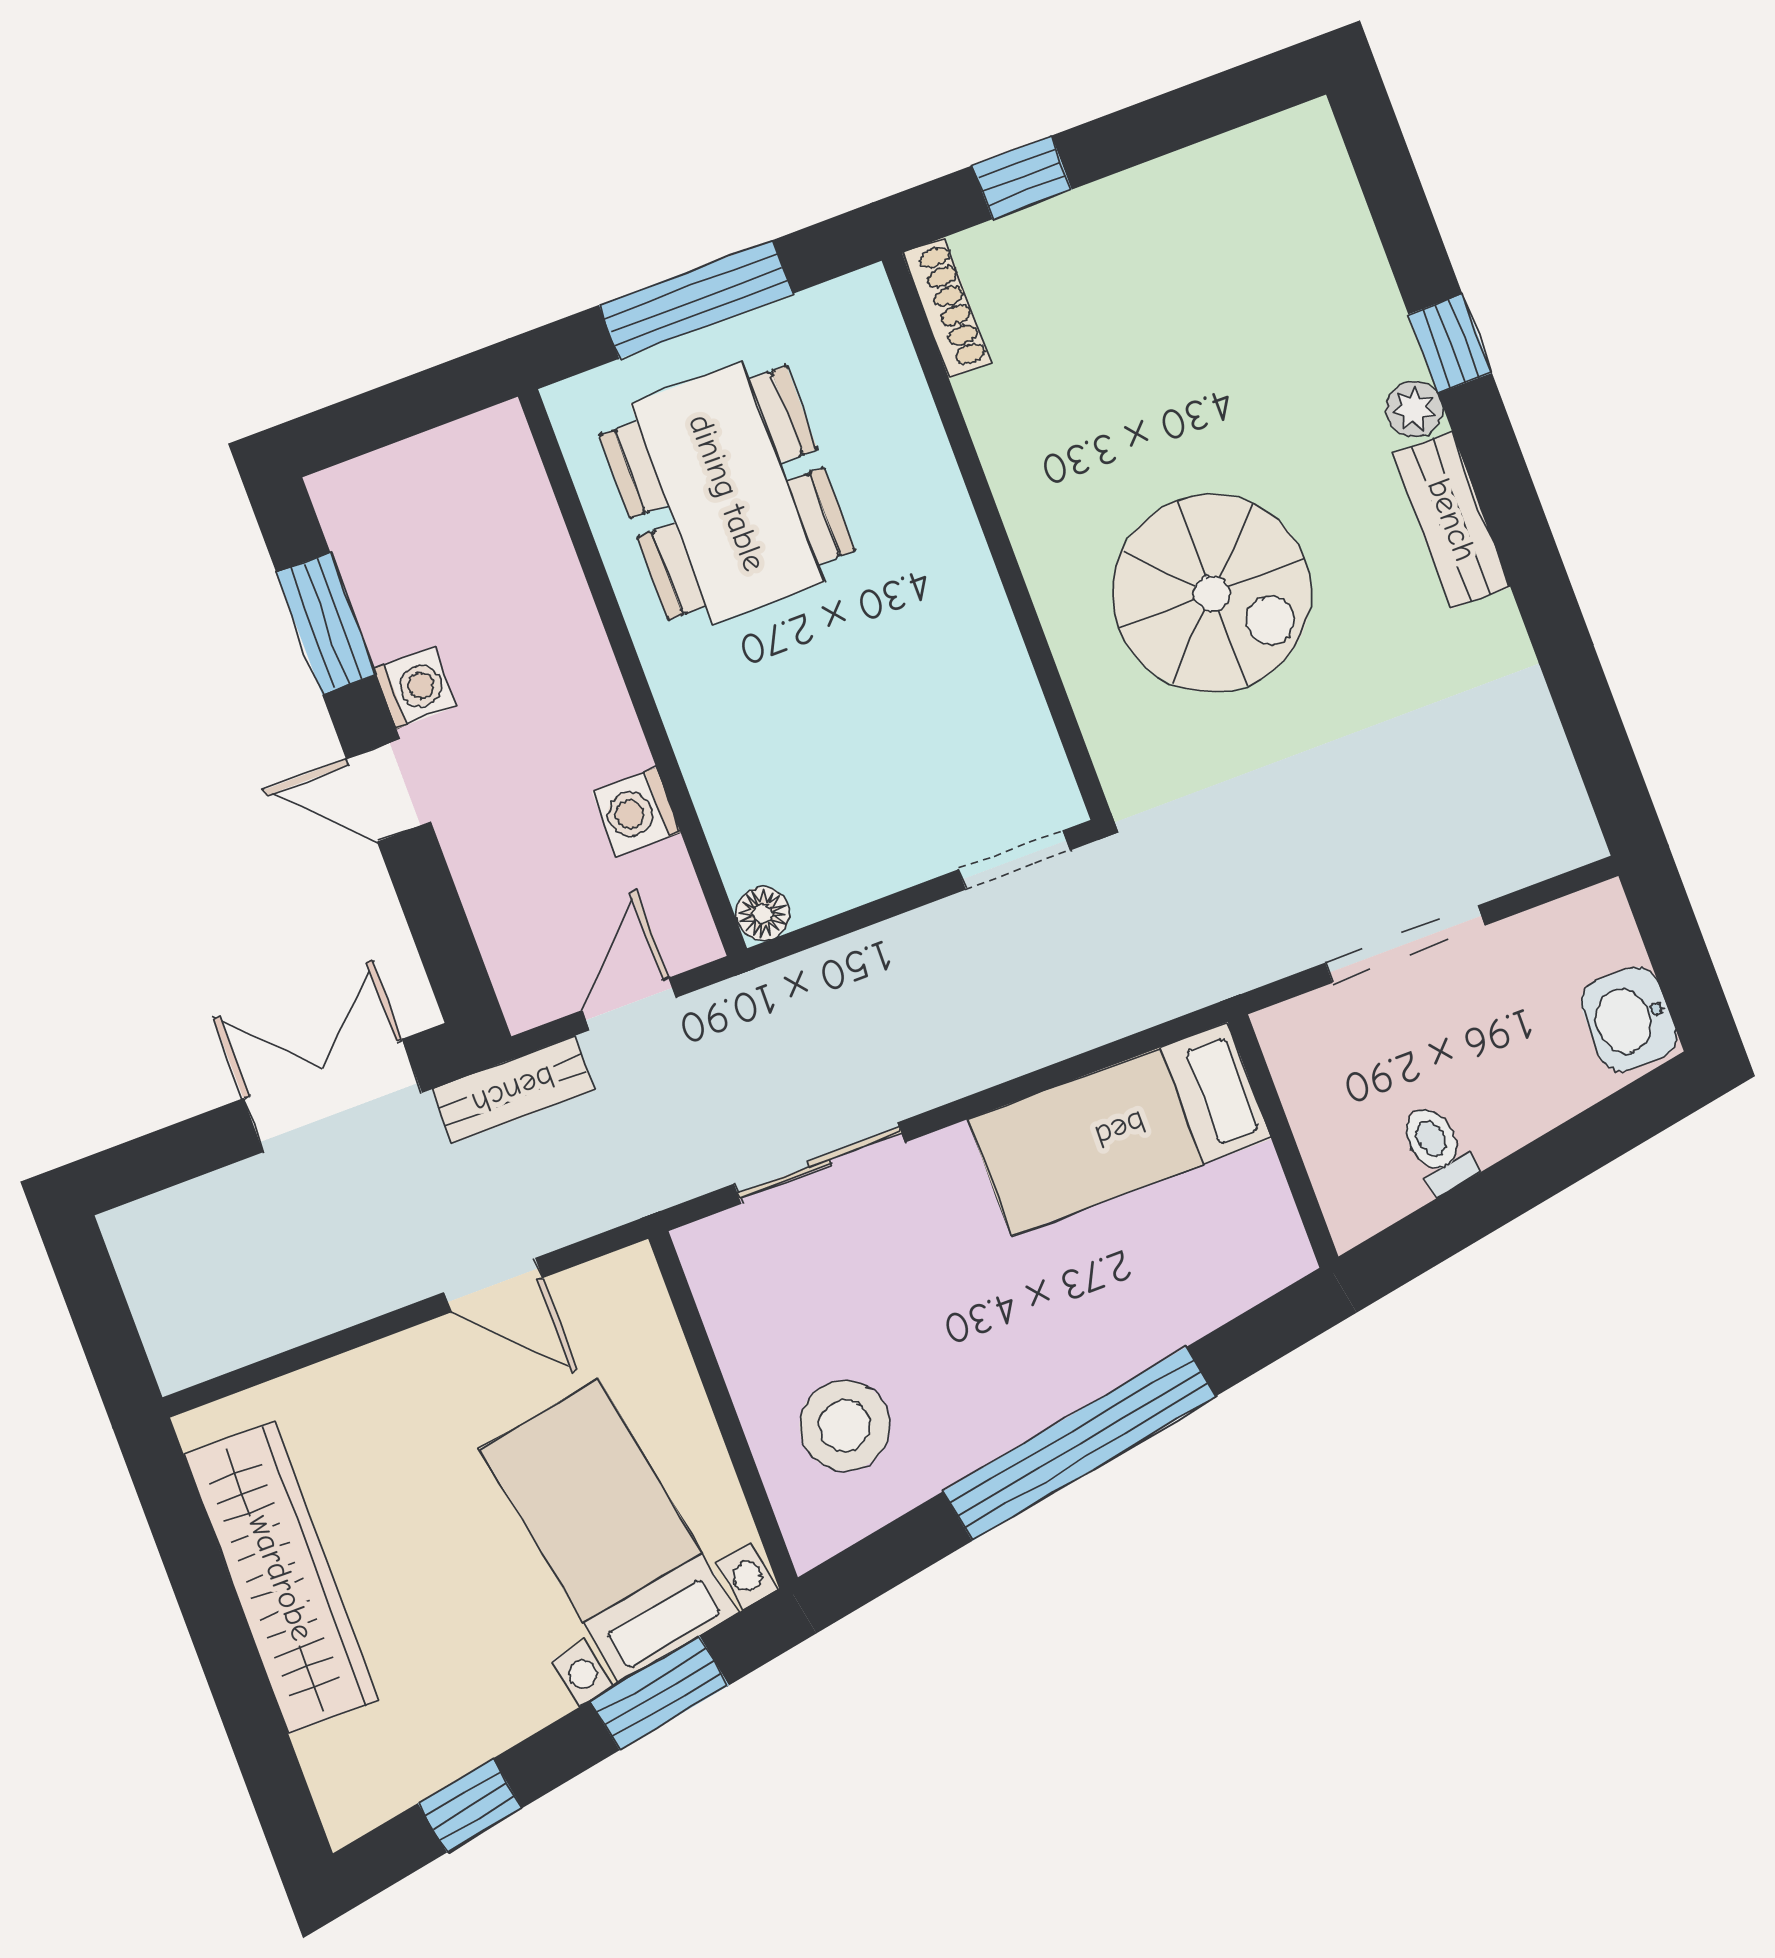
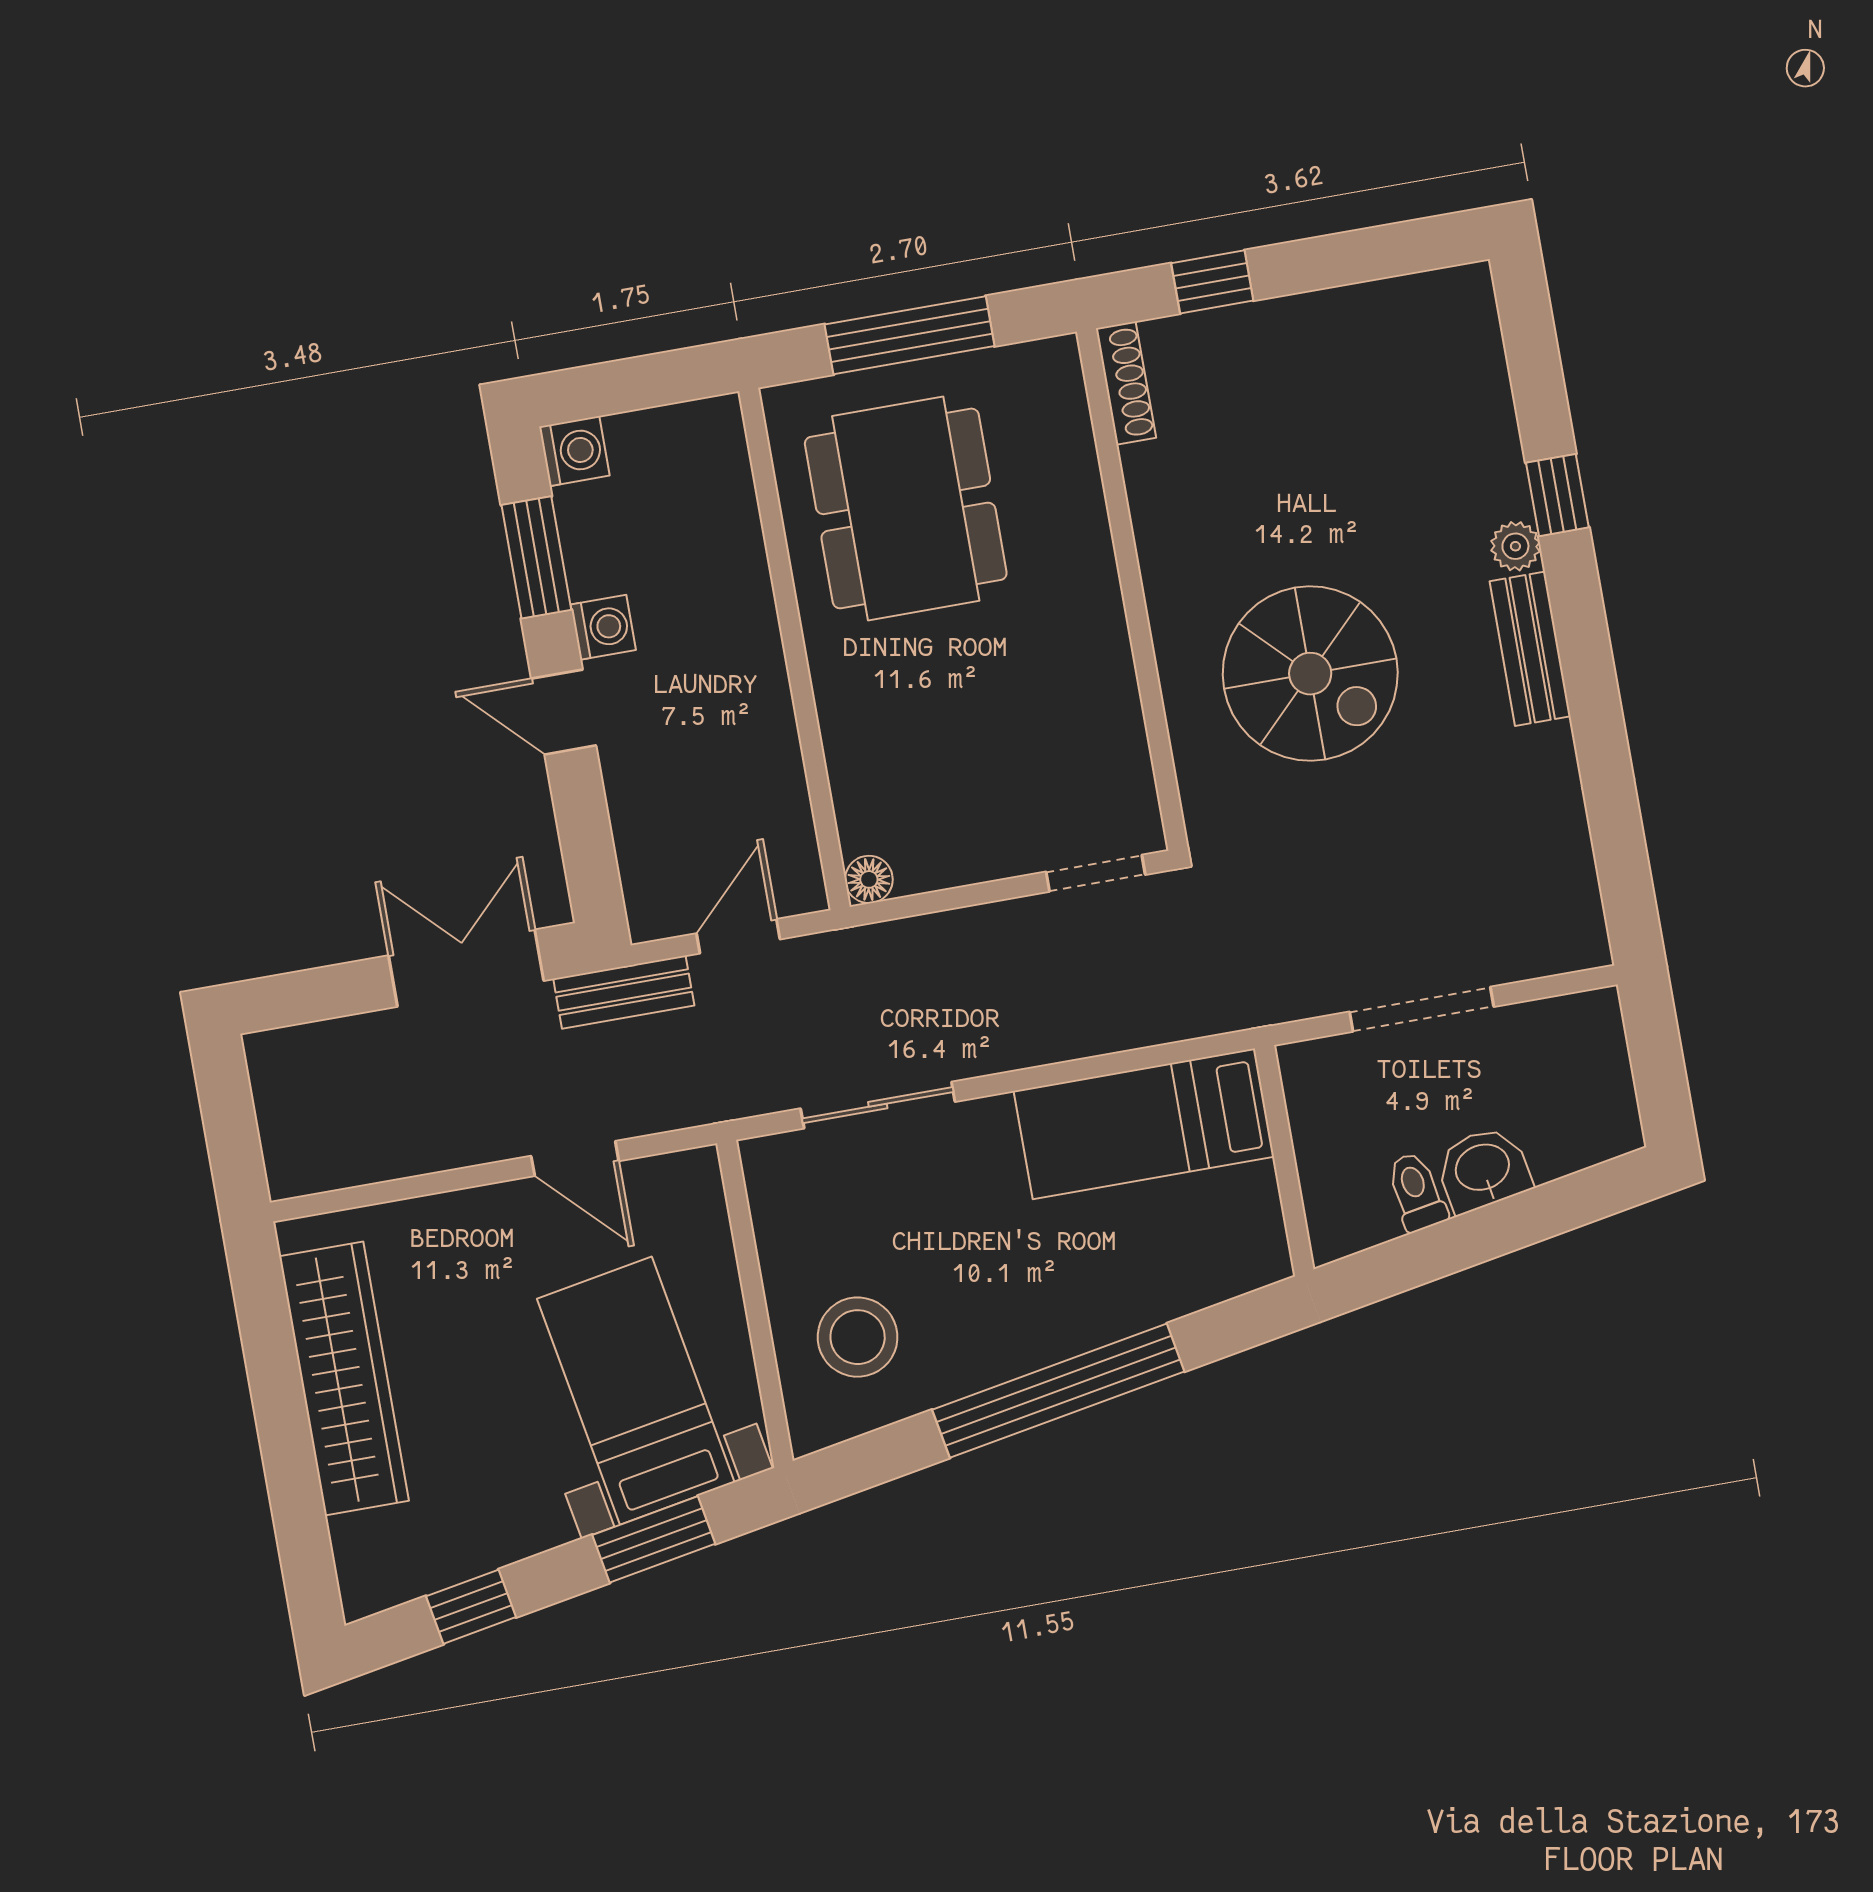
washing machine: (636, 812) -> (574, 451), moved, turned 180
washbasin: (1629, 1019) -> (1483, 1169), moved, turned 80

